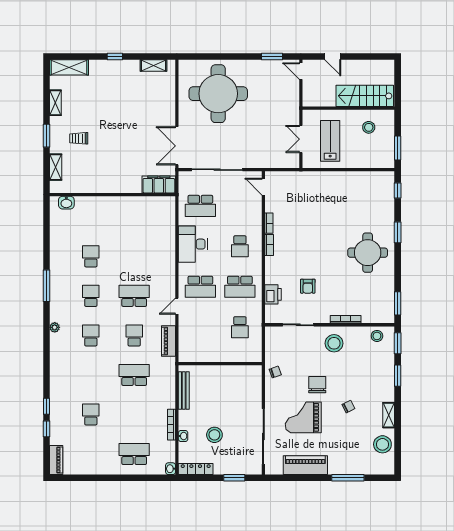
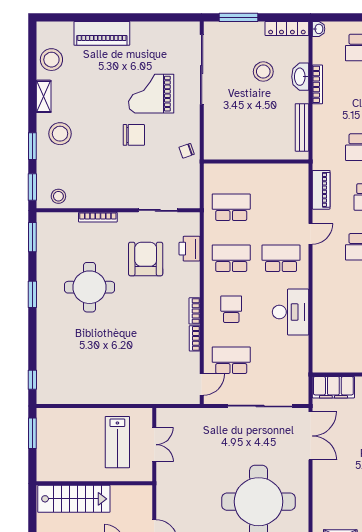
stool: (369, 127) -> (69, 459), removed
door: (263, 187) -> (202, 384), hinge flipped
school desk: (200, 206) -> (231, 360), moved
window: (398, 232) -> (32, 294), moved
round table: (368, 253) -> (90, 287), moved
armchair: (308, 286) -> (146, 259), width x1.88, depth x1.88
school desk: (240, 327) -> (231, 207), width x1.85
stool: (334, 343) -> (60, 134), moved
chair: (317, 385) -> (134, 135), turned -90
chair: (348, 407) -> (94, 107), removed
grand piano: (303, 417) -> (151, 94), turned 180
washbasin: (183, 436) -> (300, 77), width x1.91, depth x1.45
piano: (305, 465) -> (102, 33), moved
window: (234, 478) -> (238, 17), width x1.44
window: (348, 478) -> (95, 17), removed

